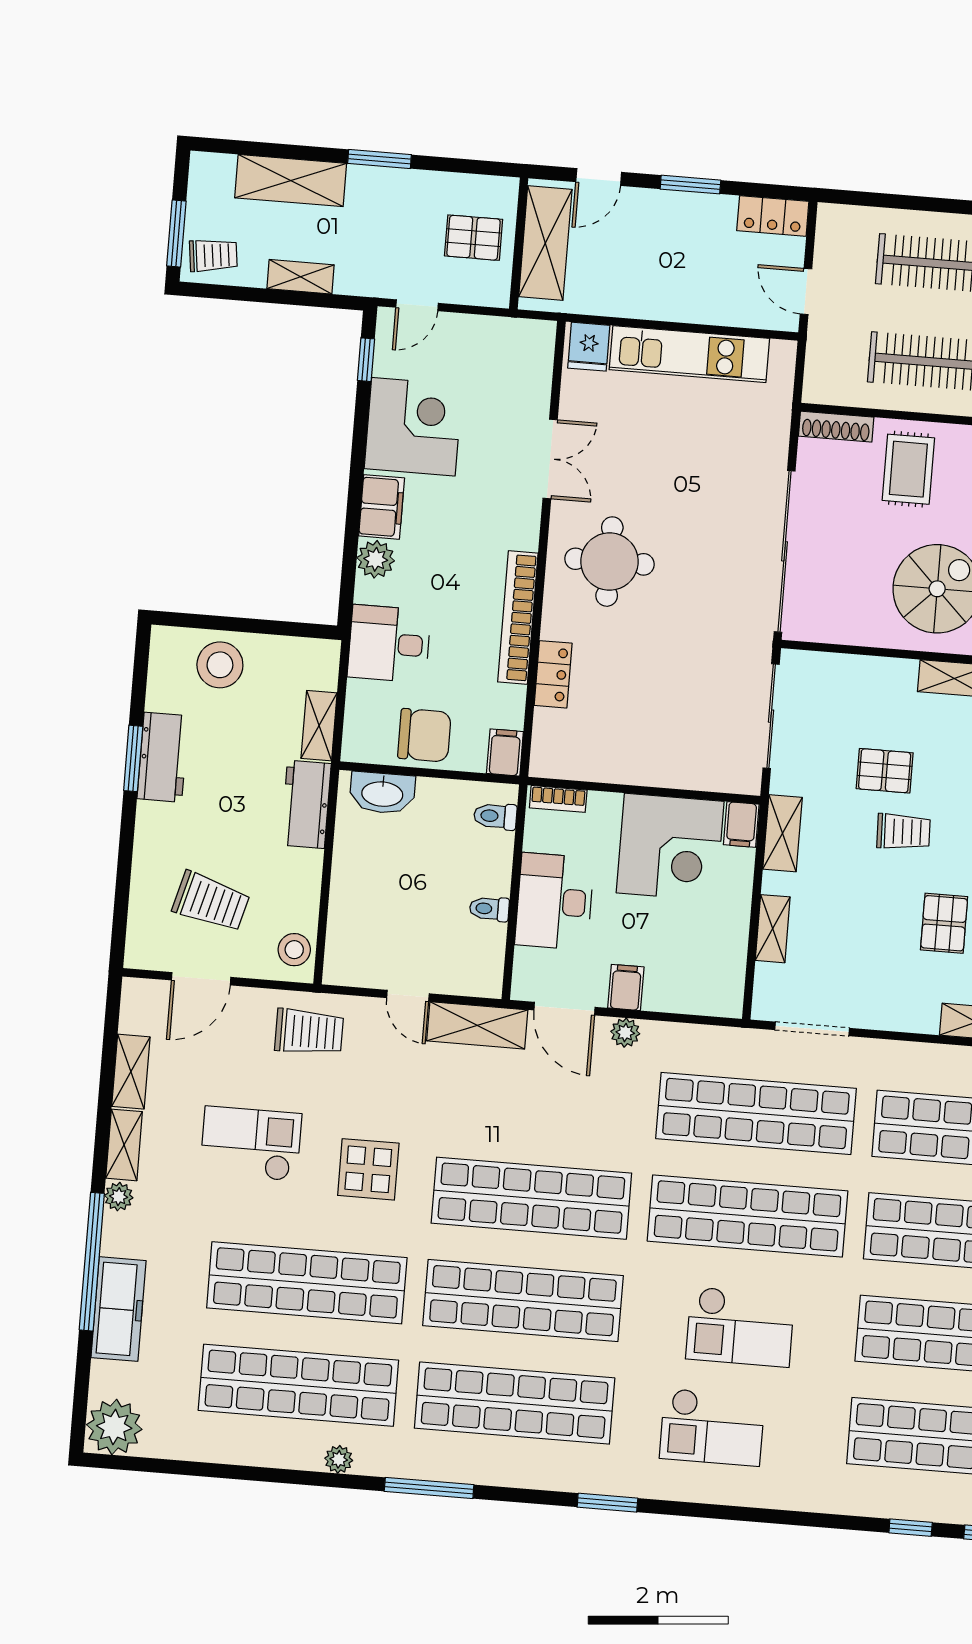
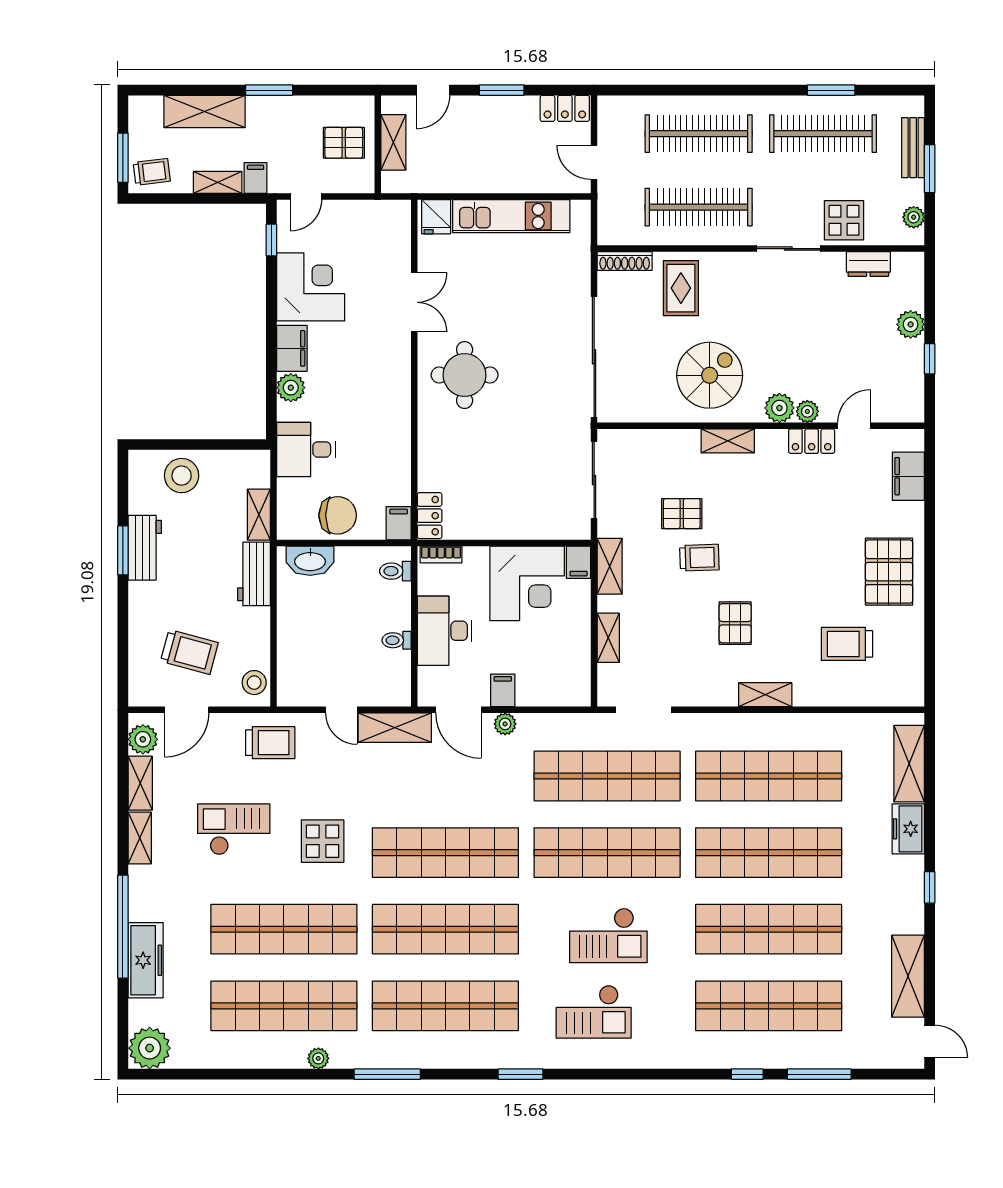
shelving: (545, 243) -> (393, 142), width x0.67, depth x0.75
filing cabinet: (352, 275) -> (256, 178), added
bookcase: (518, 618) -> (400, 422), removed
locker: (553, 674) -> (430, 516), moved
plant: (119, 1197) -> (143, 739), moved, width x1.38, depth x1.38

